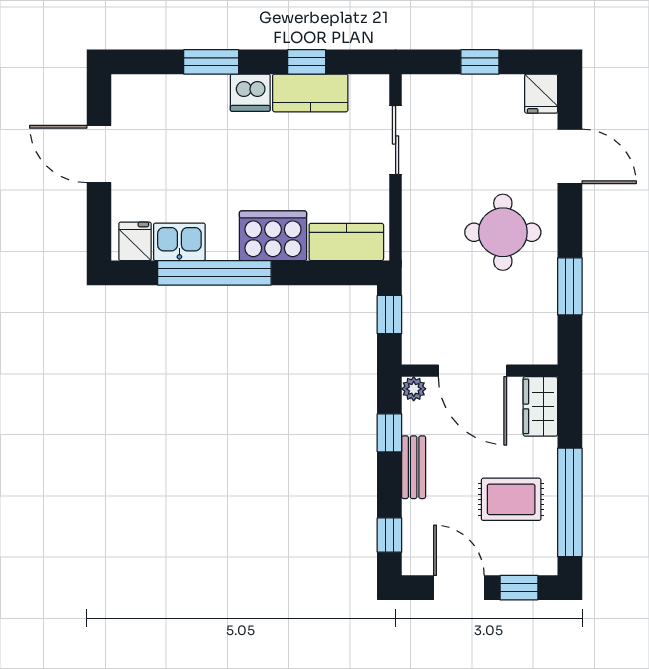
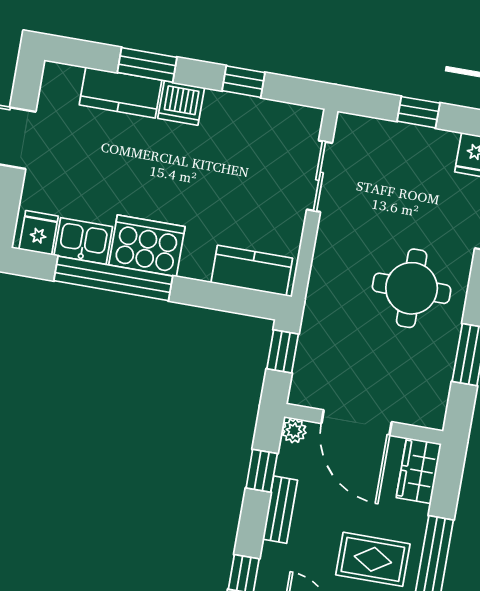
kitchen counter: (310, 93) -> (120, 93), moved
cooker: (273, 236) -> (147, 246), moved

